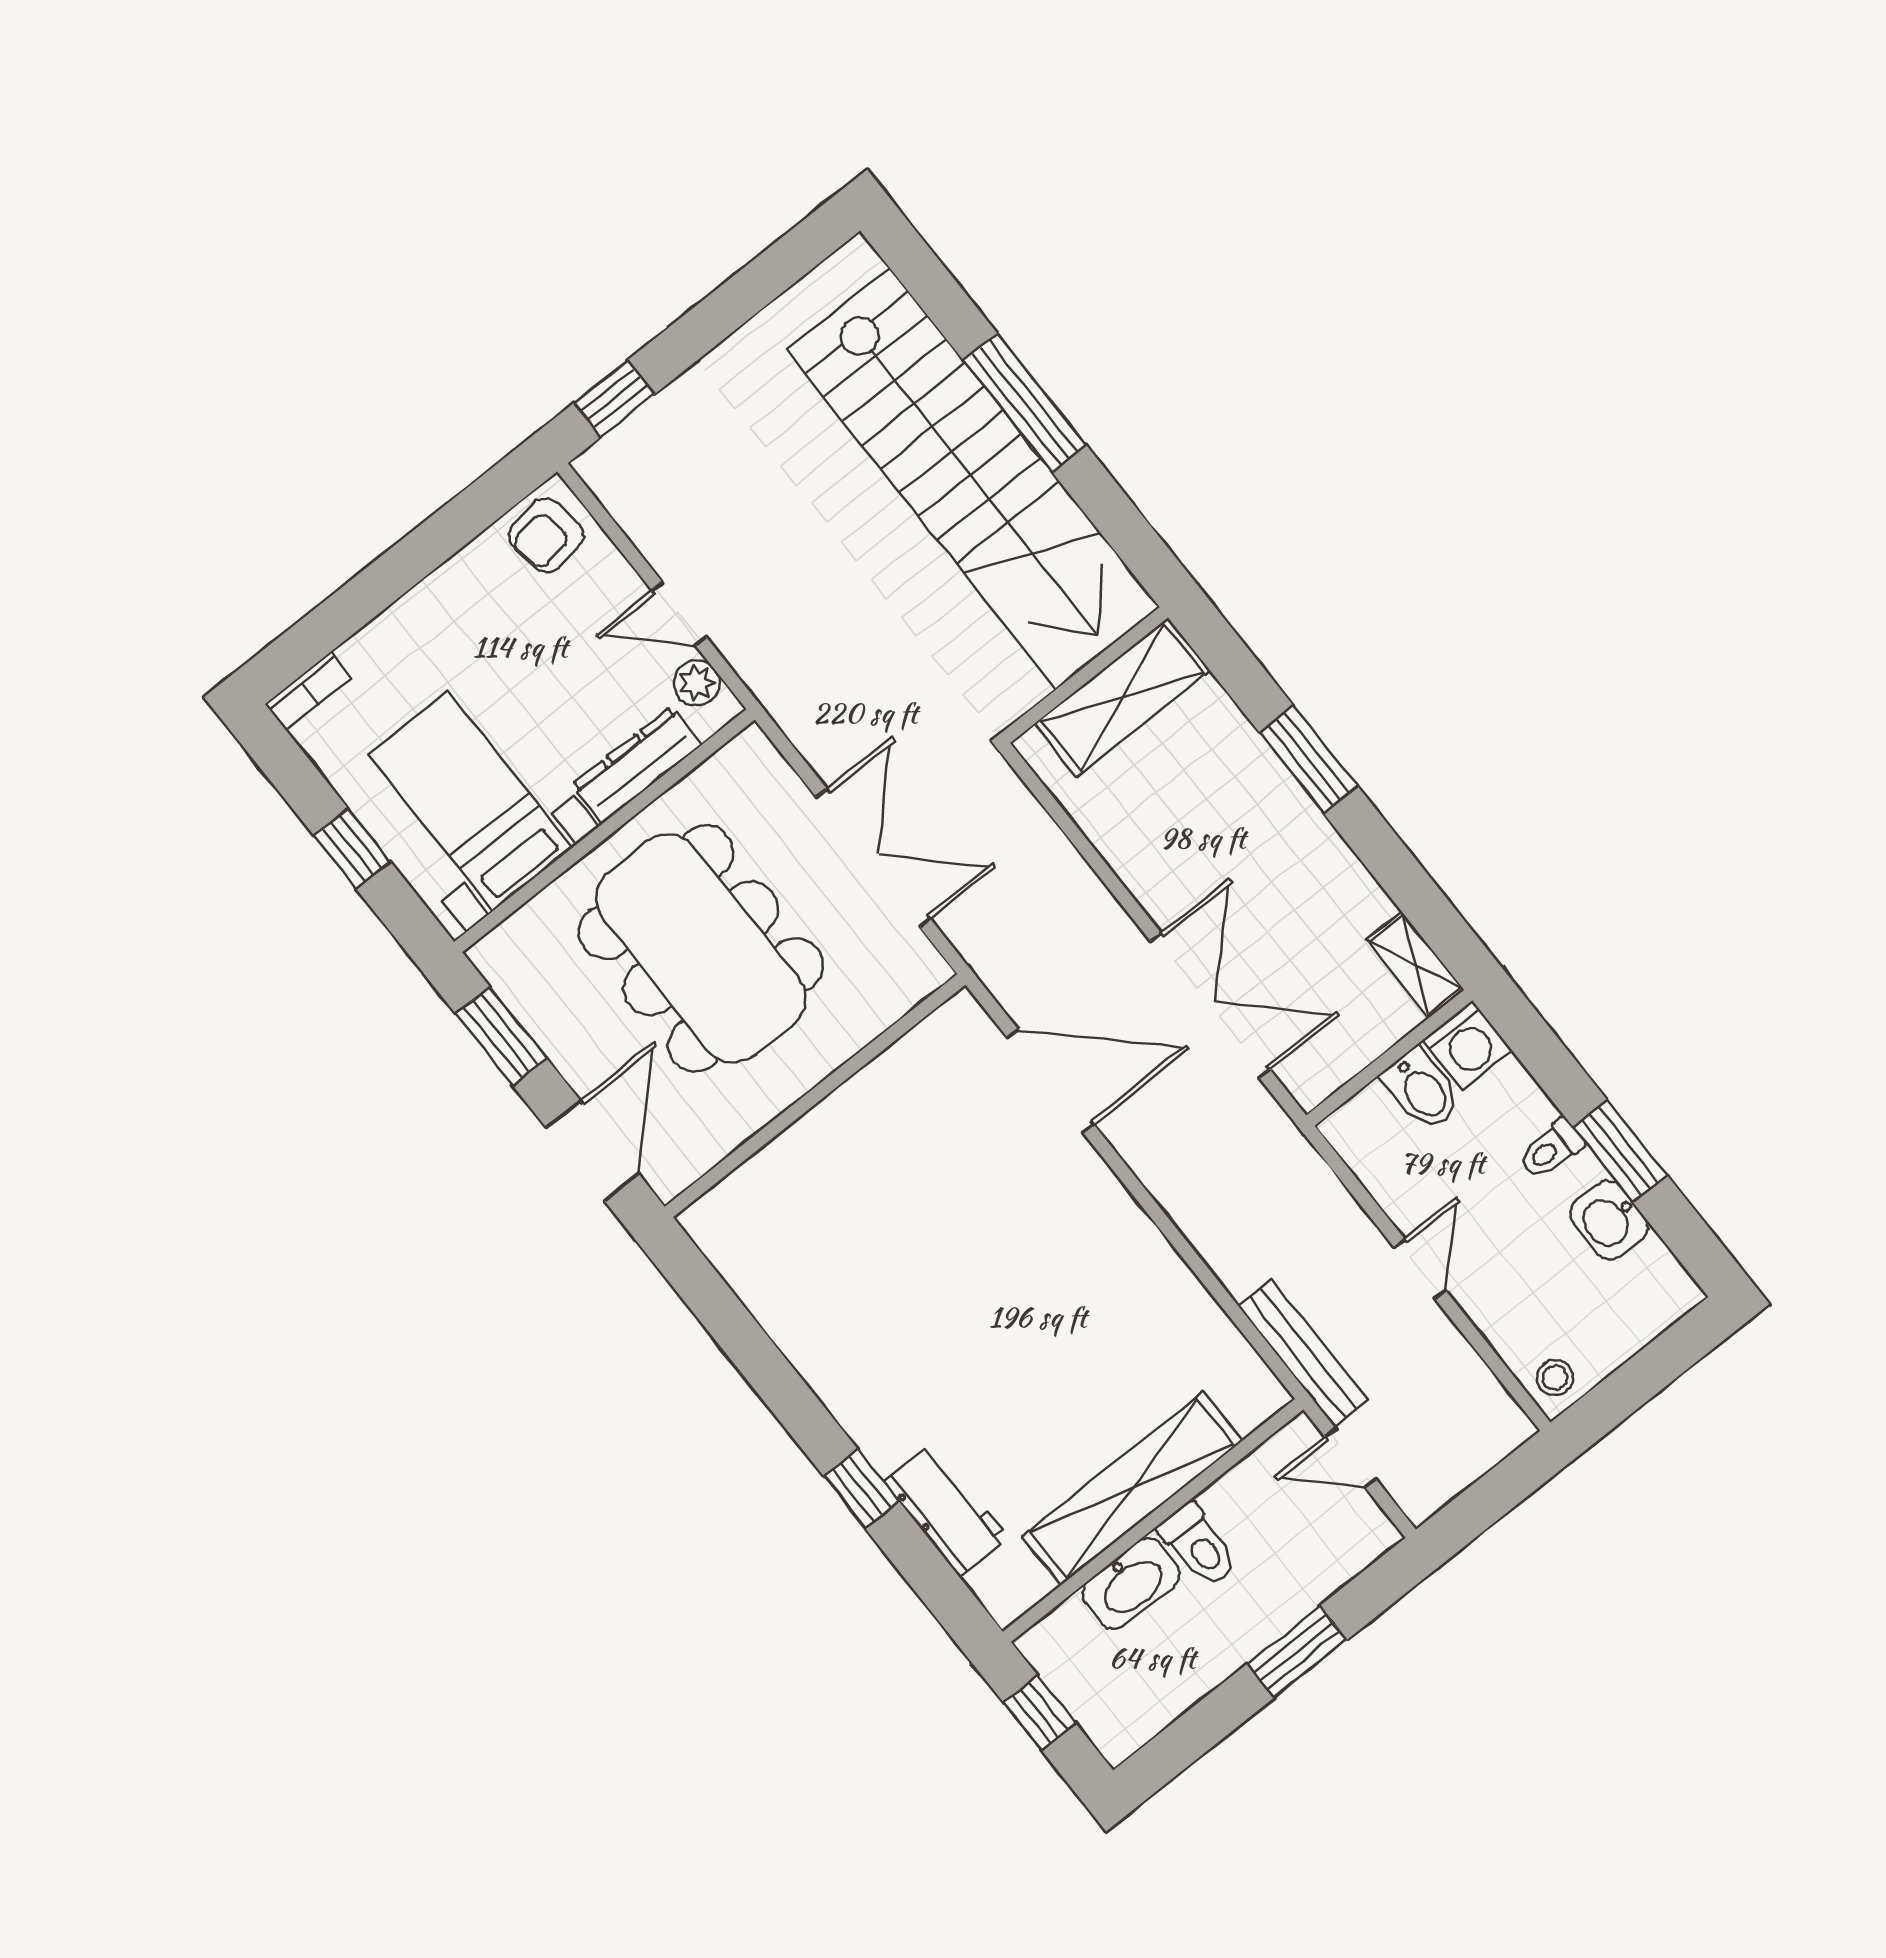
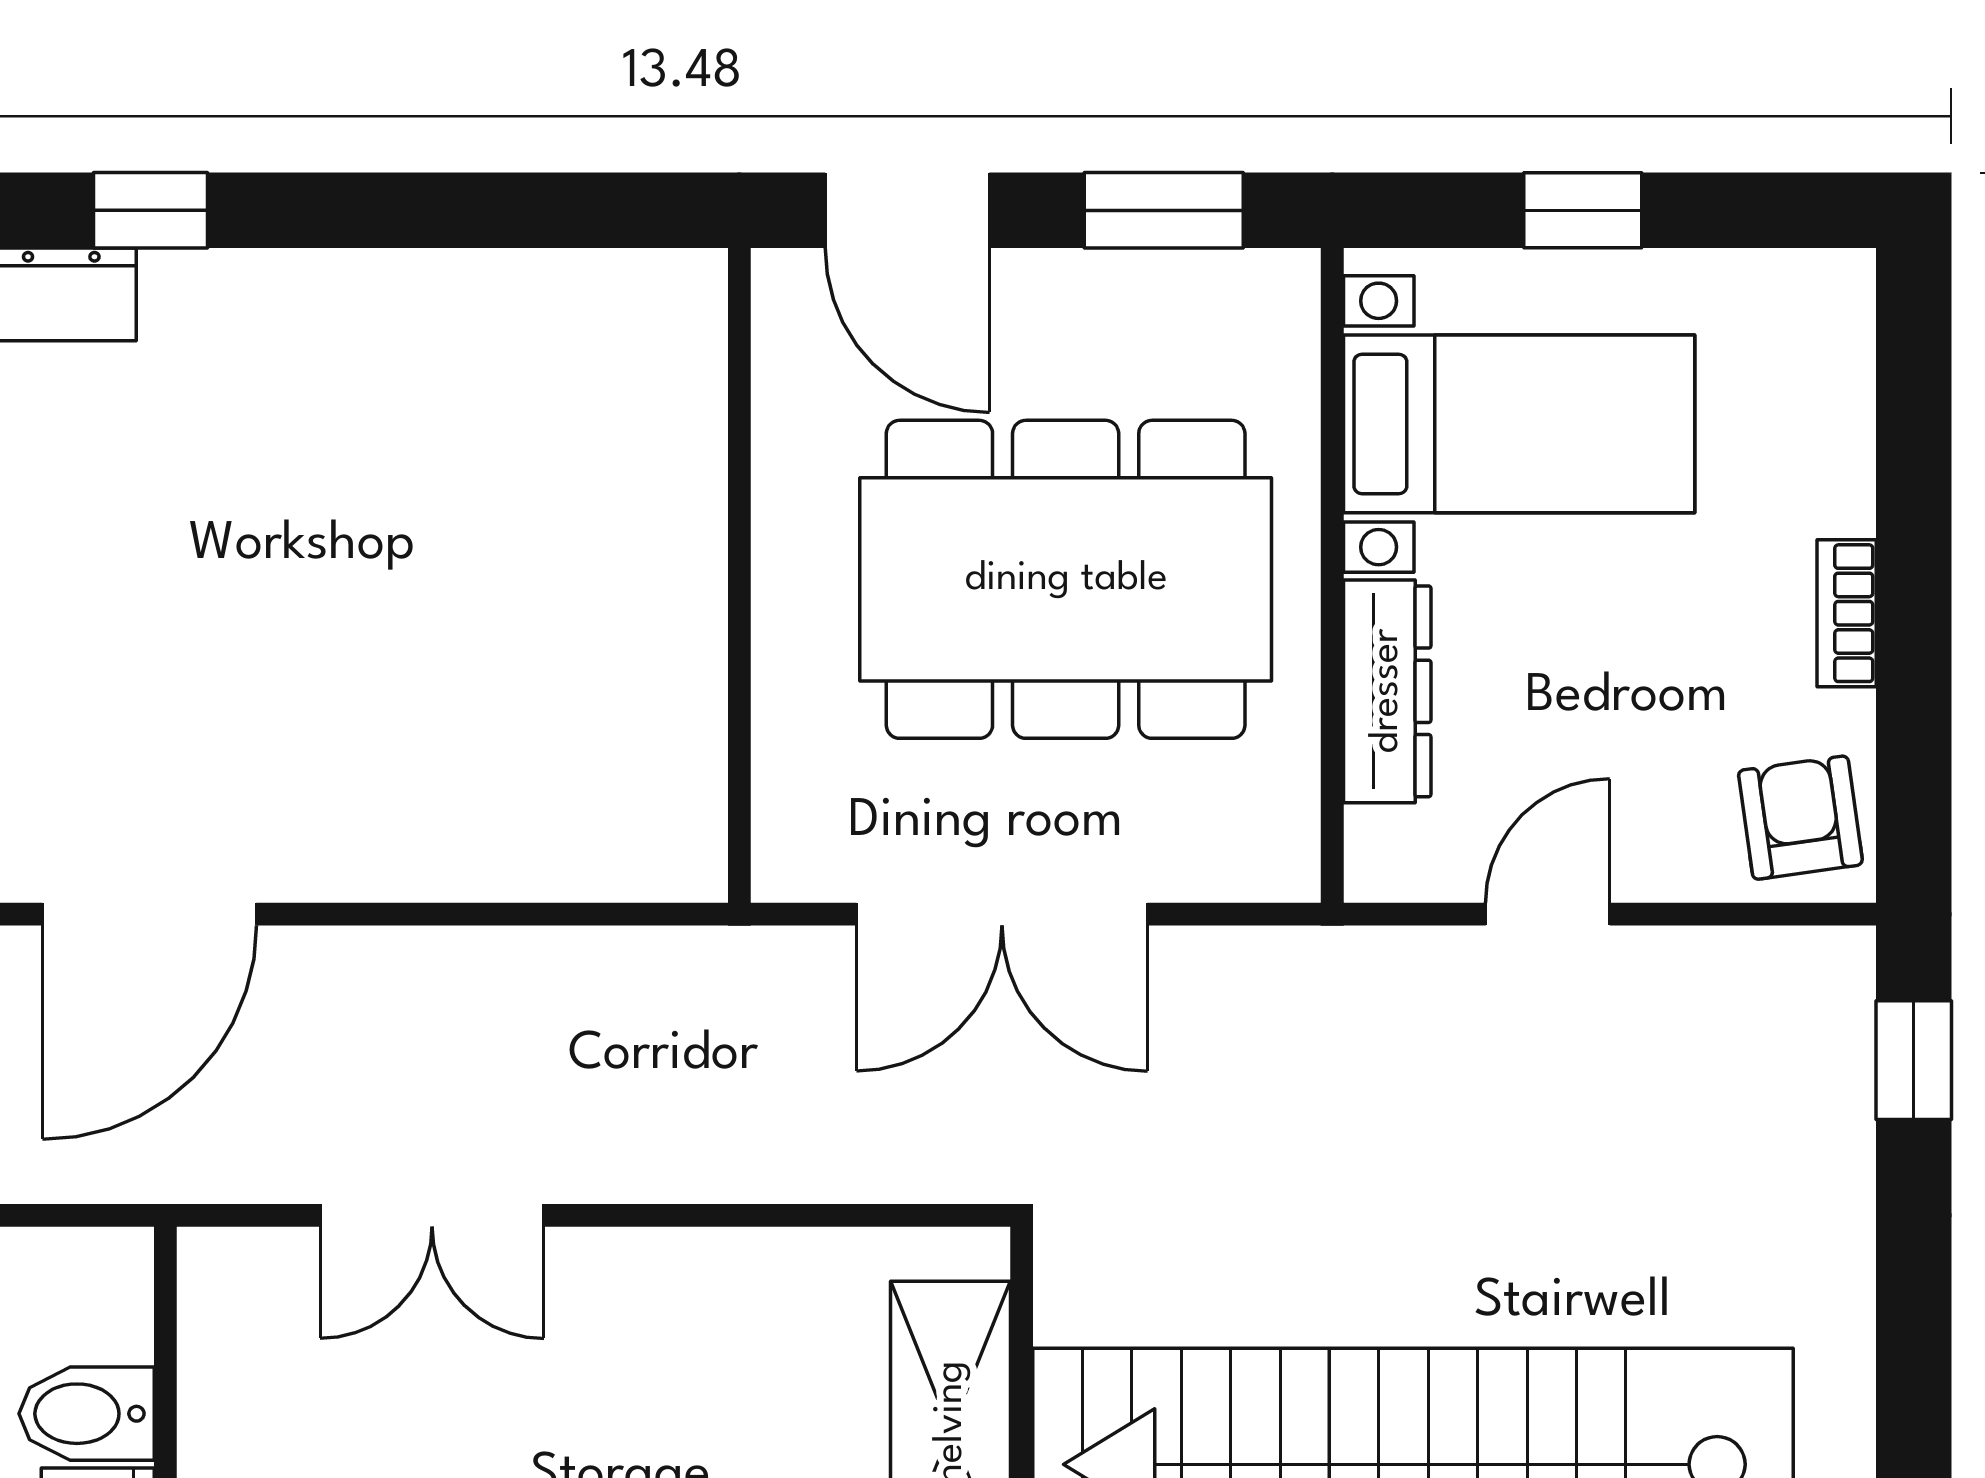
plant: (697, 683) -> (1434, 863), removed
bookcase: (308, 691) -> (1847, 613), moved
double door: (1210, 1006) -> (432, 1215), width x0.73
door: (1051, 1081) -> (149, 914), moved

